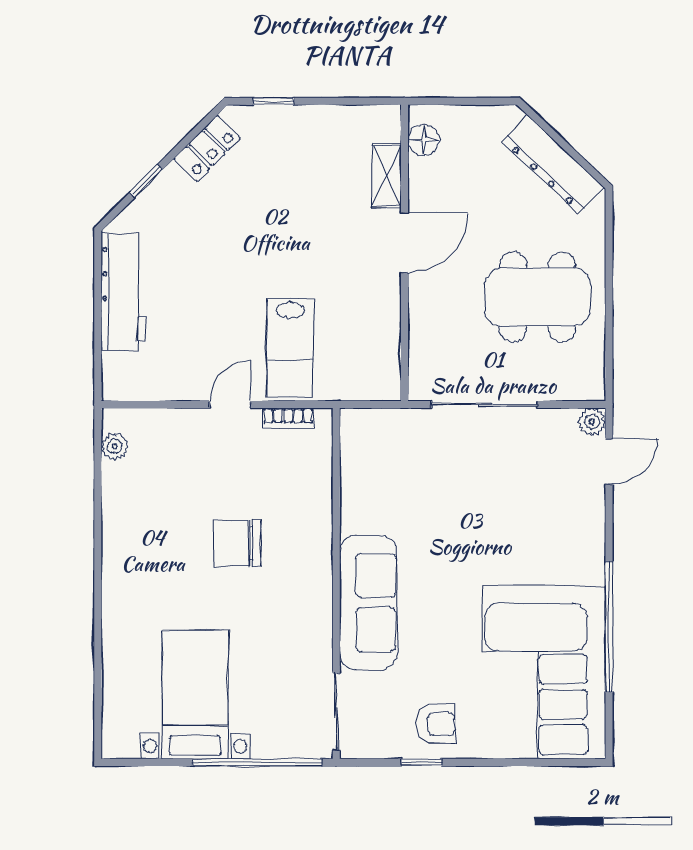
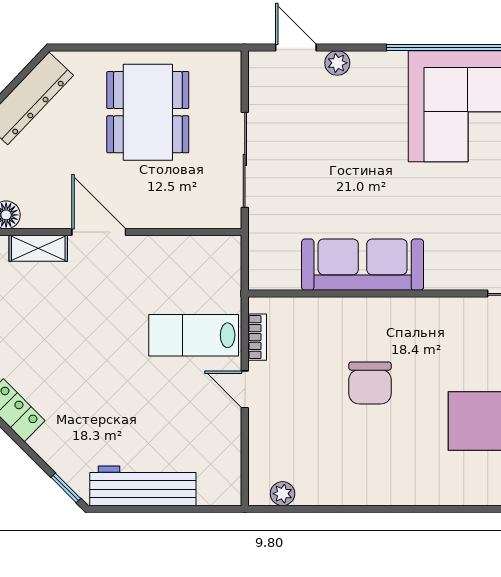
window: (146, 181) -> (66, 488), moved
lab bench: (290, 348) -> (194, 335), turned 180
plant: (592, 422) -> (337, 63), moved
sofa: (368, 603) -> (363, 265), moved

